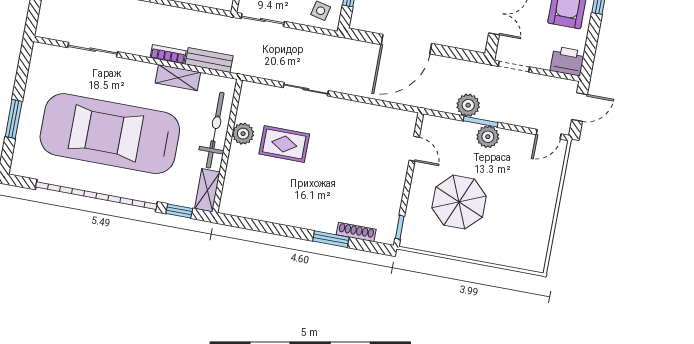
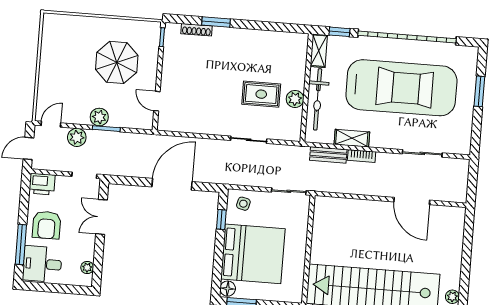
plant: (468, 105) -> (77, 137), moved

